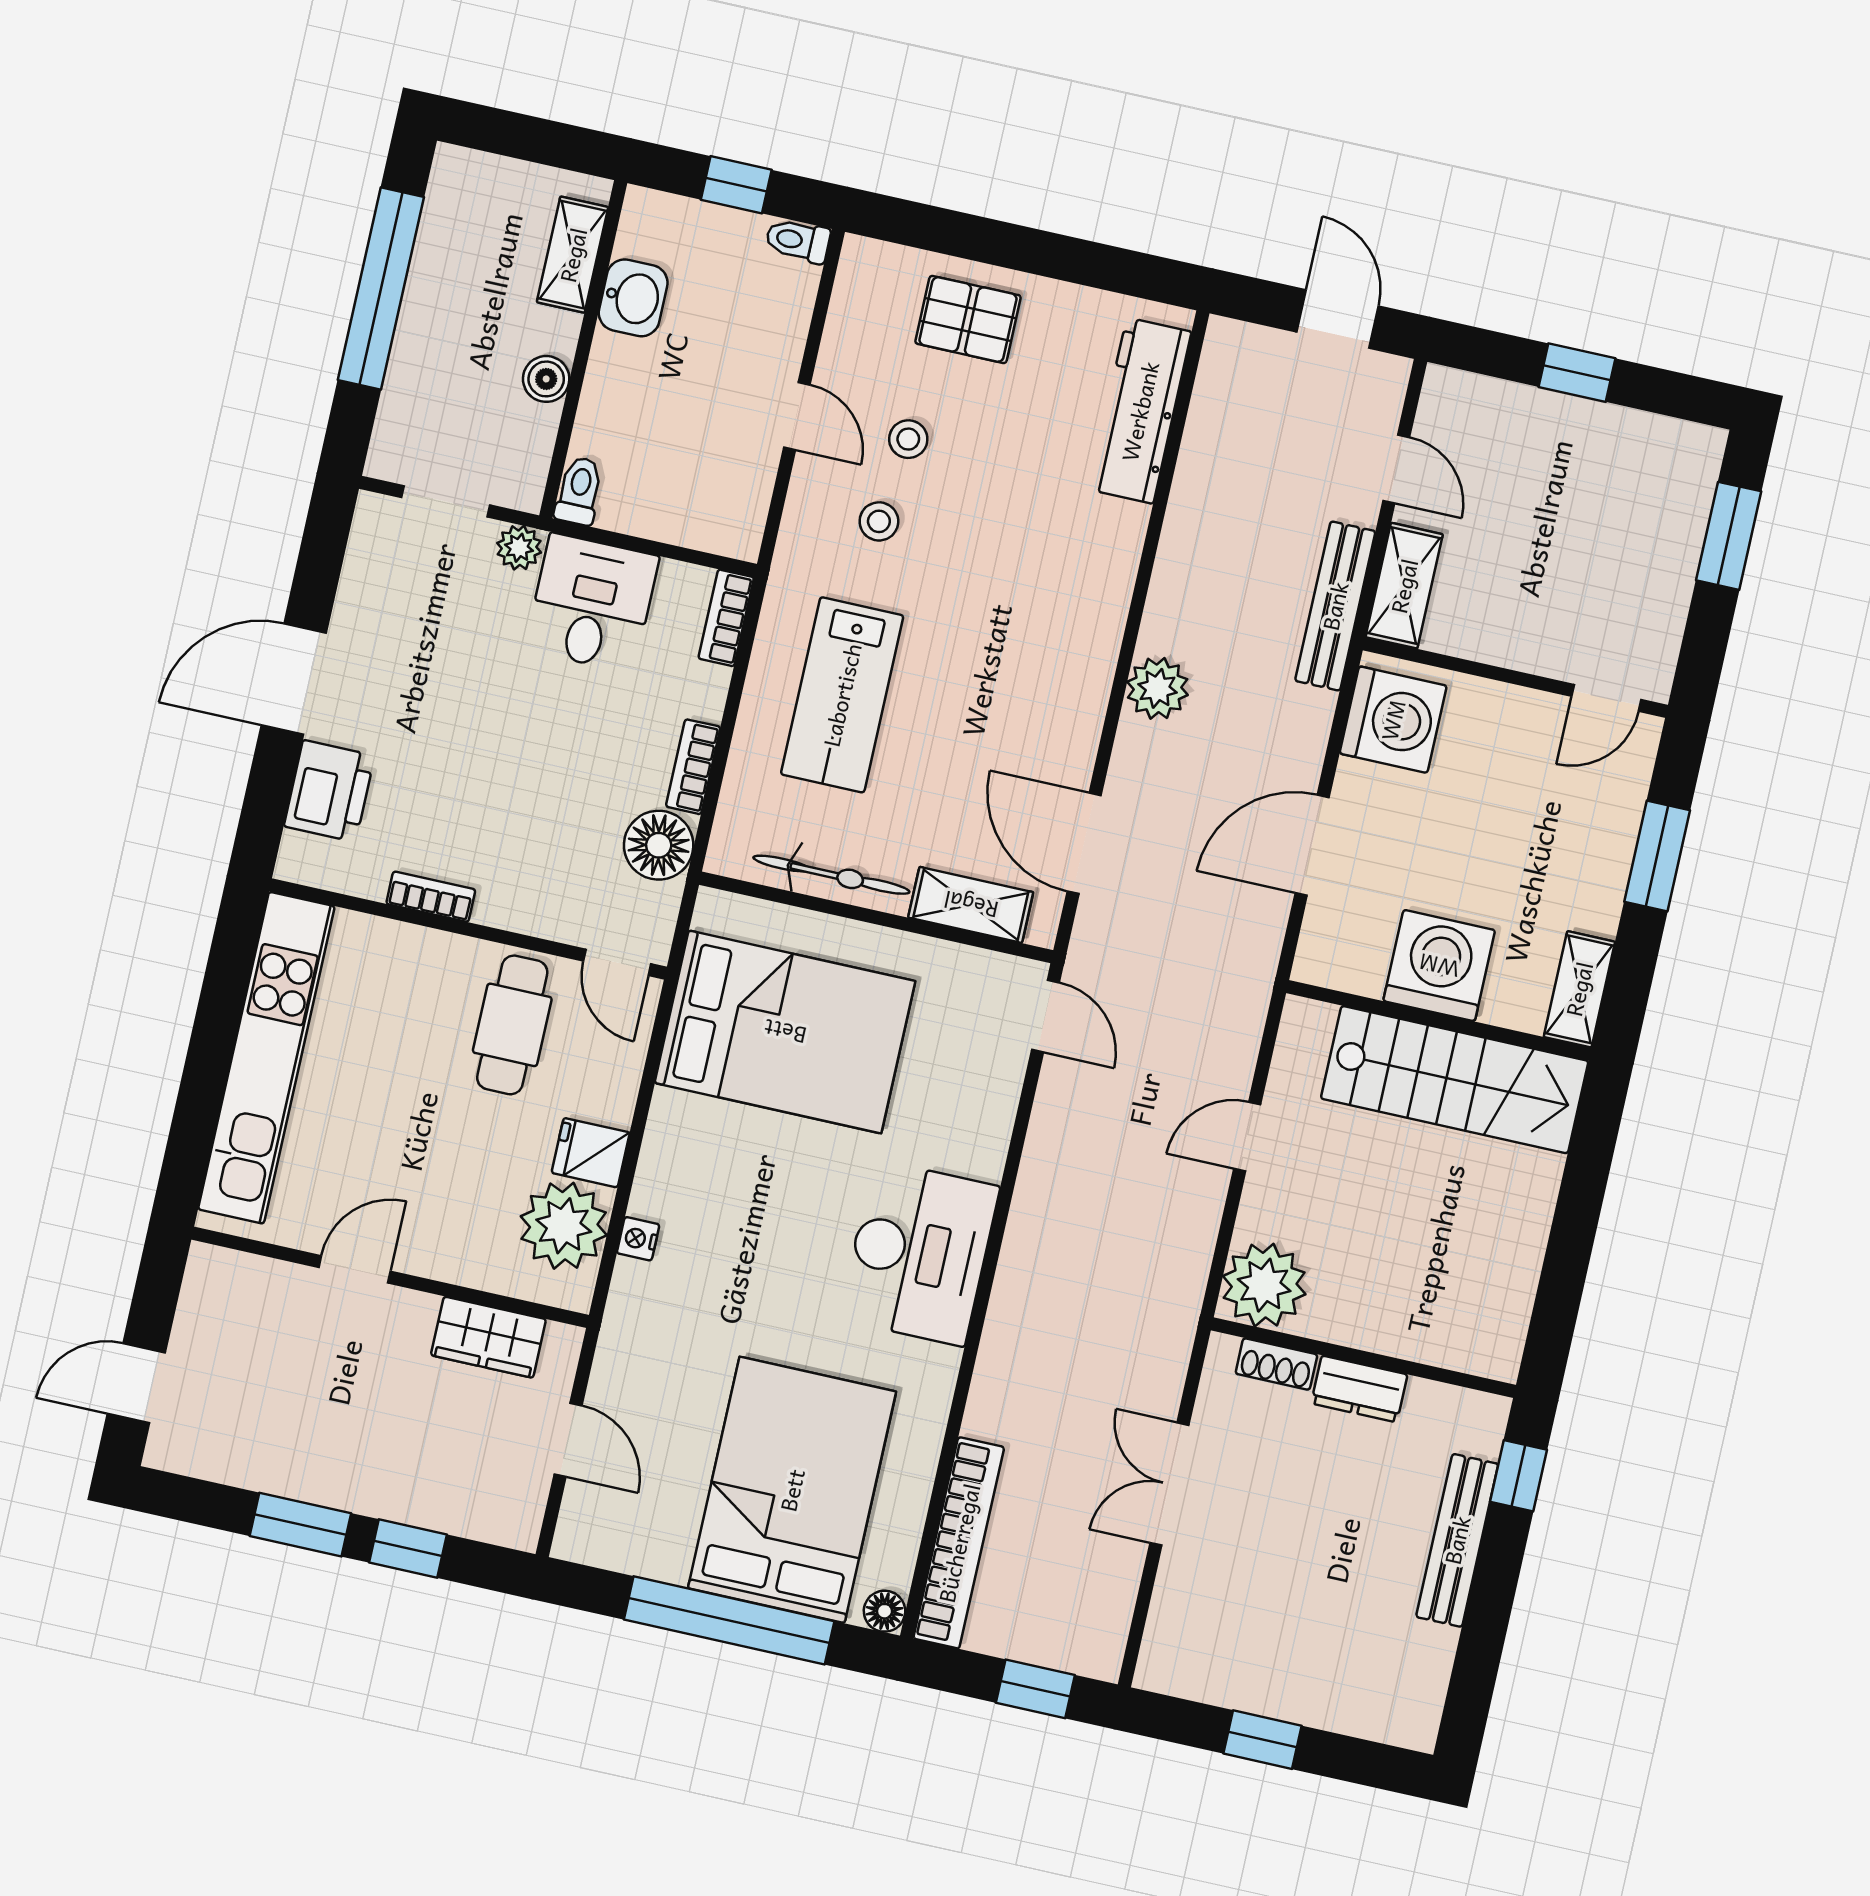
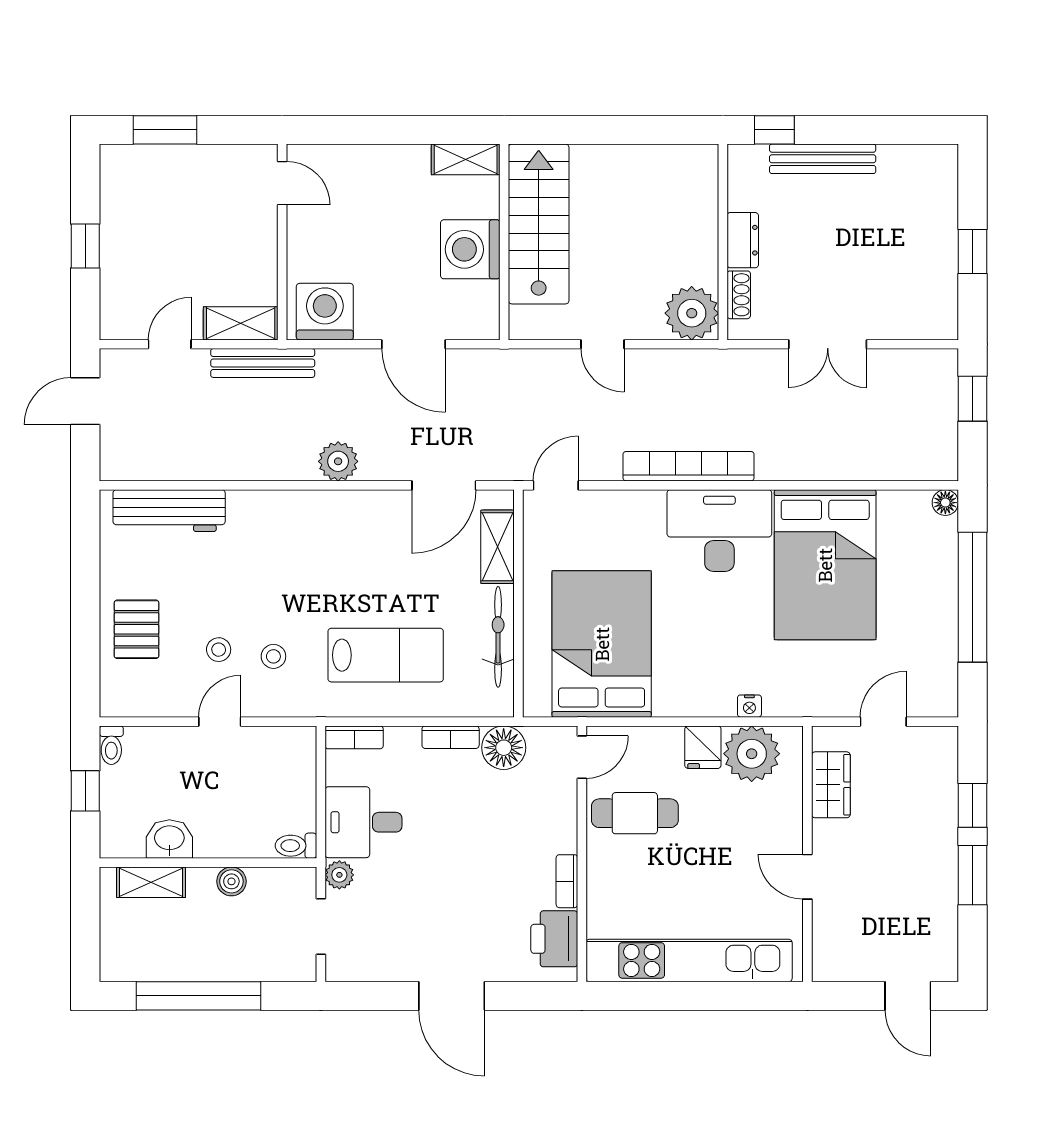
printer: (329, 791) -> (554, 939), moved, turned -90
window: (1657, 856) -> (373, 130), removed
bed: (792, 1490) -> (825, 565), moved, turned -90
bookcase: (959, 1543) -> (688, 466), moved

